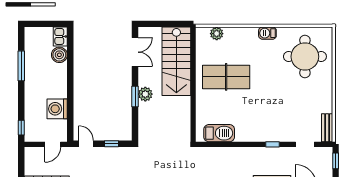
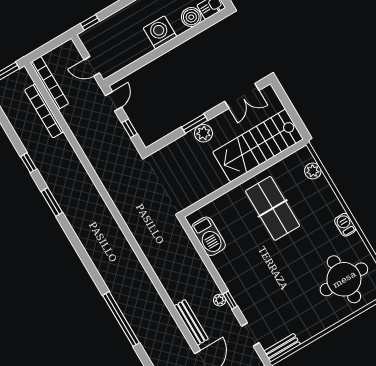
washing machine: (57, 109) -> (160, 32), moved
plant: (268, 152) -> (220, 300), added

